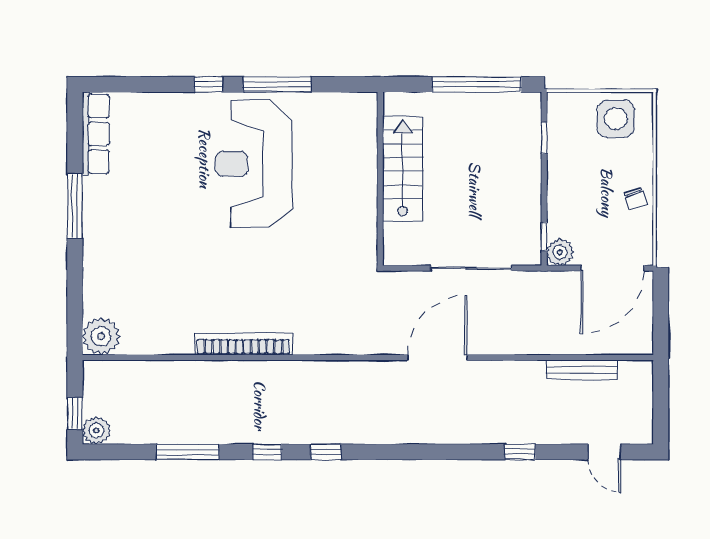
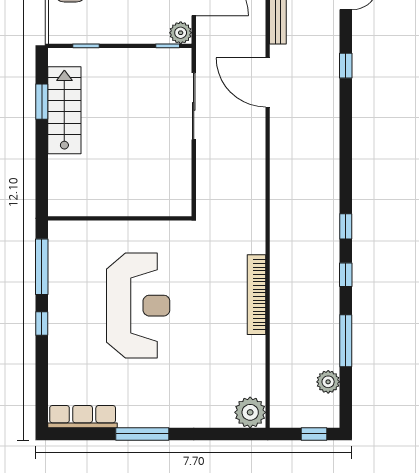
window: (477, 84) -> (42, 102), width x0.47
reception desk: (254, 164) -> (138, 306), moved, turned -90
stairs: (403, 169) -> (64, 110), moved, turned 90
wall: (380, 179) -> (120, 218), moved
door: (438, 357) -> (268, 82), moved
plant: (96, 431) -> (328, 382), moved

